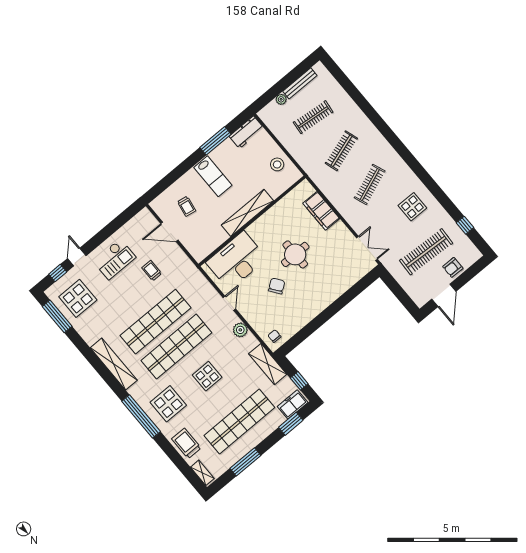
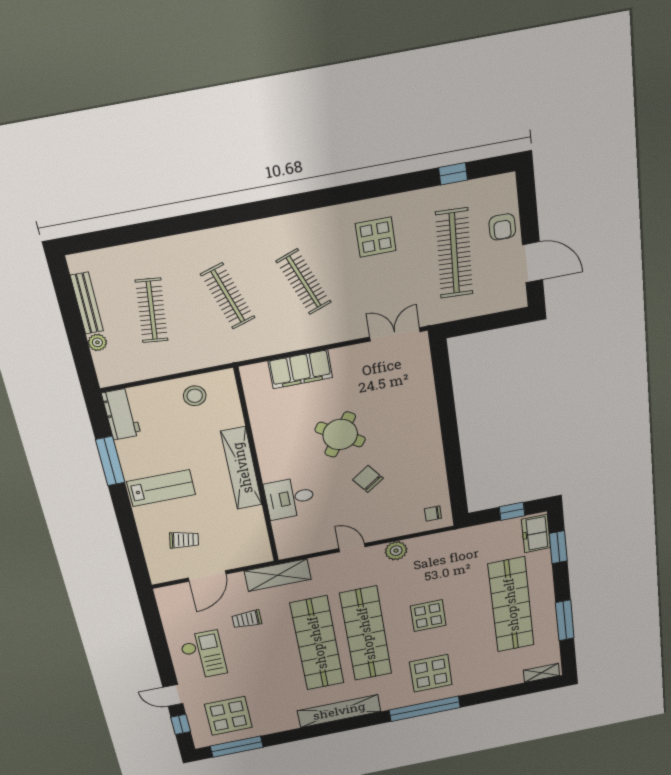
round table: (295, 254) -> (340, 435), turned 33
desk: (236, 261) -> (290, 498), width x0.53, depth x0.77
shelving: (268, 364) -> (278, 575), moved
trolley: (186, 443) -> (493, 675), removed

